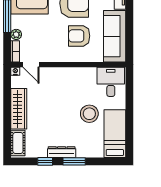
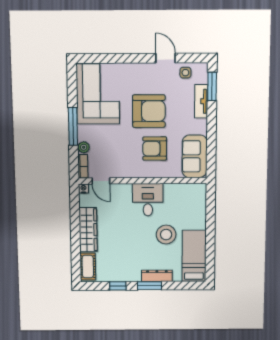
sofa: (115, 36) -> (195, 156), width x0.73
desk: (111, 82) -> (148, 200), moved
dresser: (62, 152) -> (157, 276), moved

